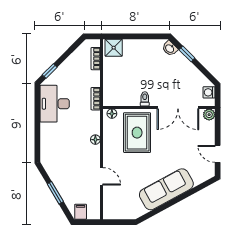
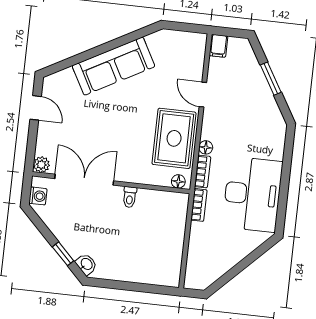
shower: (114, 48) -> (165, 274), removed
bookcase: (96, 59) -> (203, 172), moved
window: (50, 71) -> (259, 251), removed
desk: (55, 104) -> (252, 194), width x1.36, depth x1.30
rug: (137, 133) -> (174, 138), moved
filing cabinet: (81, 212) -> (219, 46), moved

